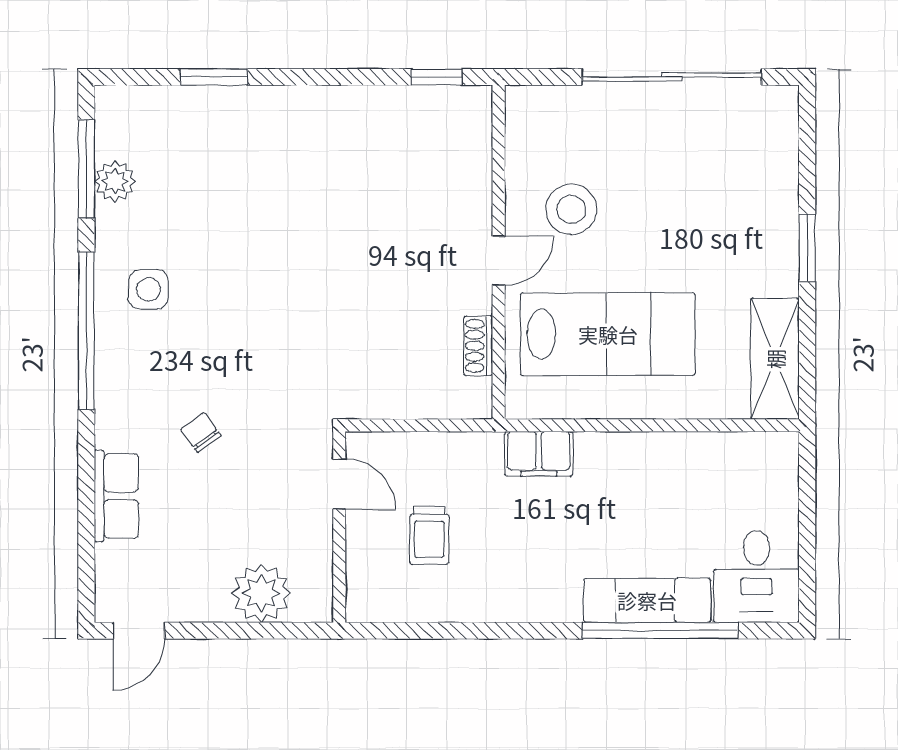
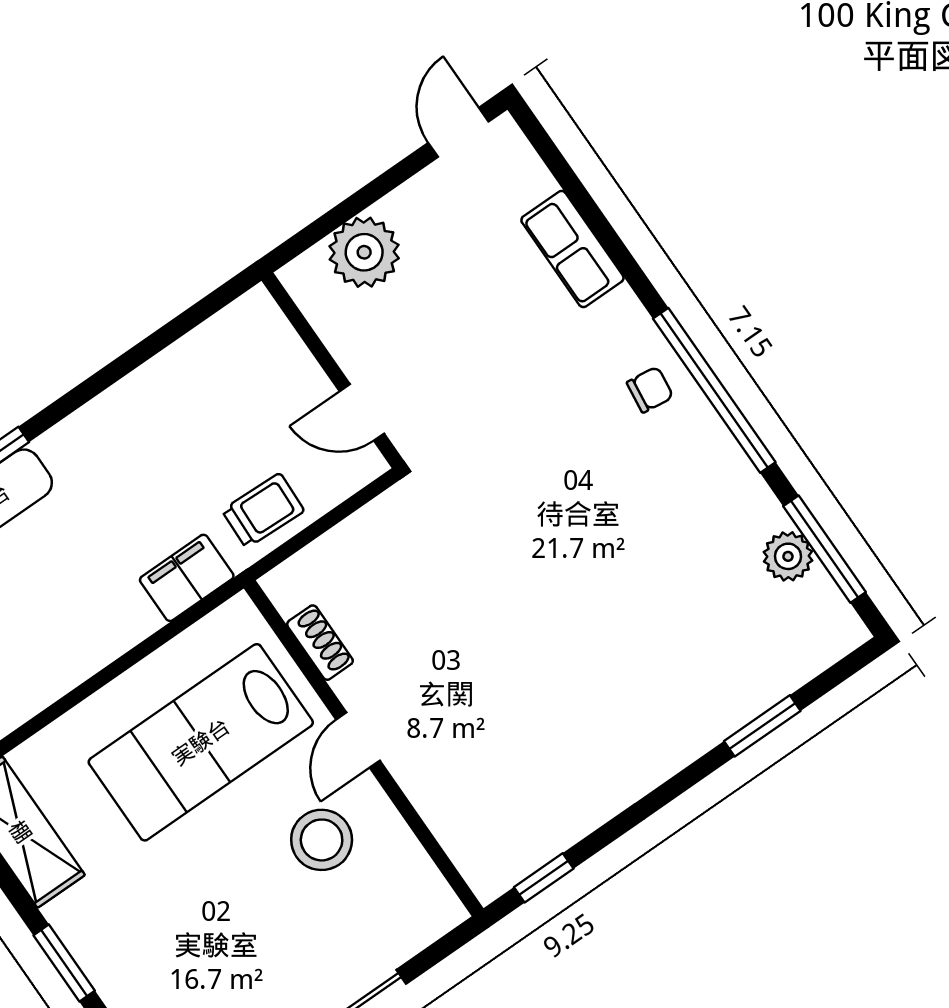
side table: (148, 289) -> (682, 473), removed
chair: (201, 432) -> (650, 390), moved, turned -47
trolley: (429, 535) -> (263, 511), moved, turned 92

